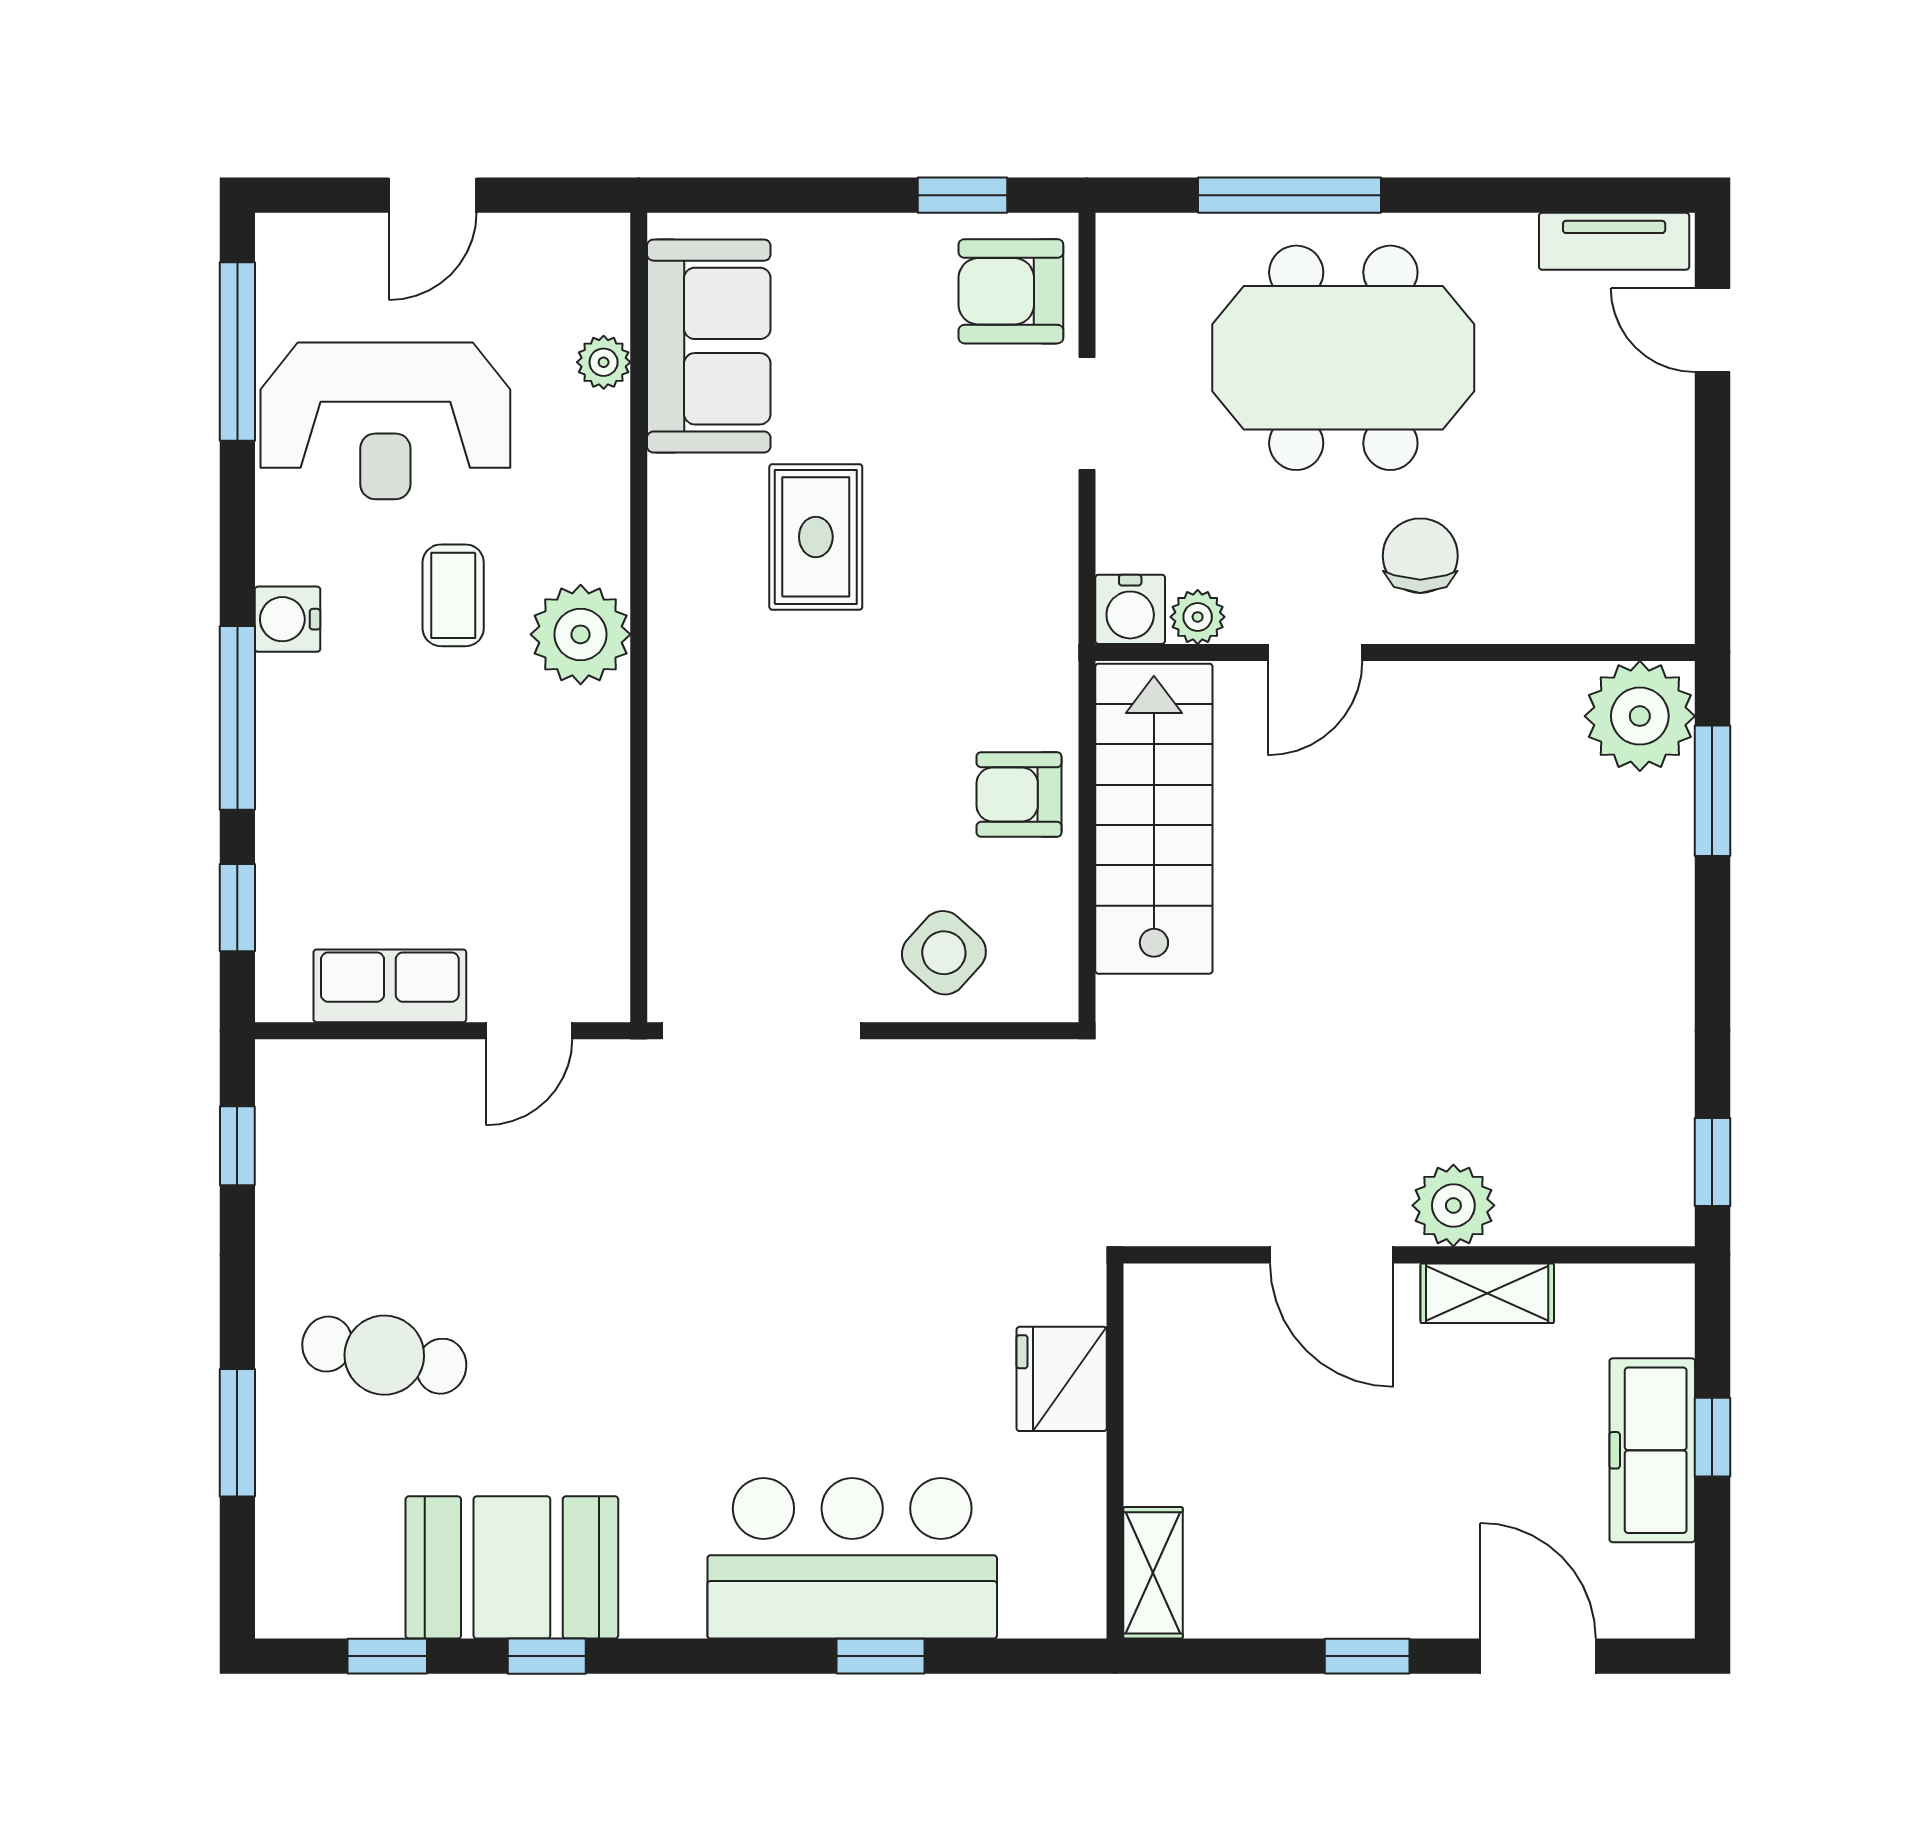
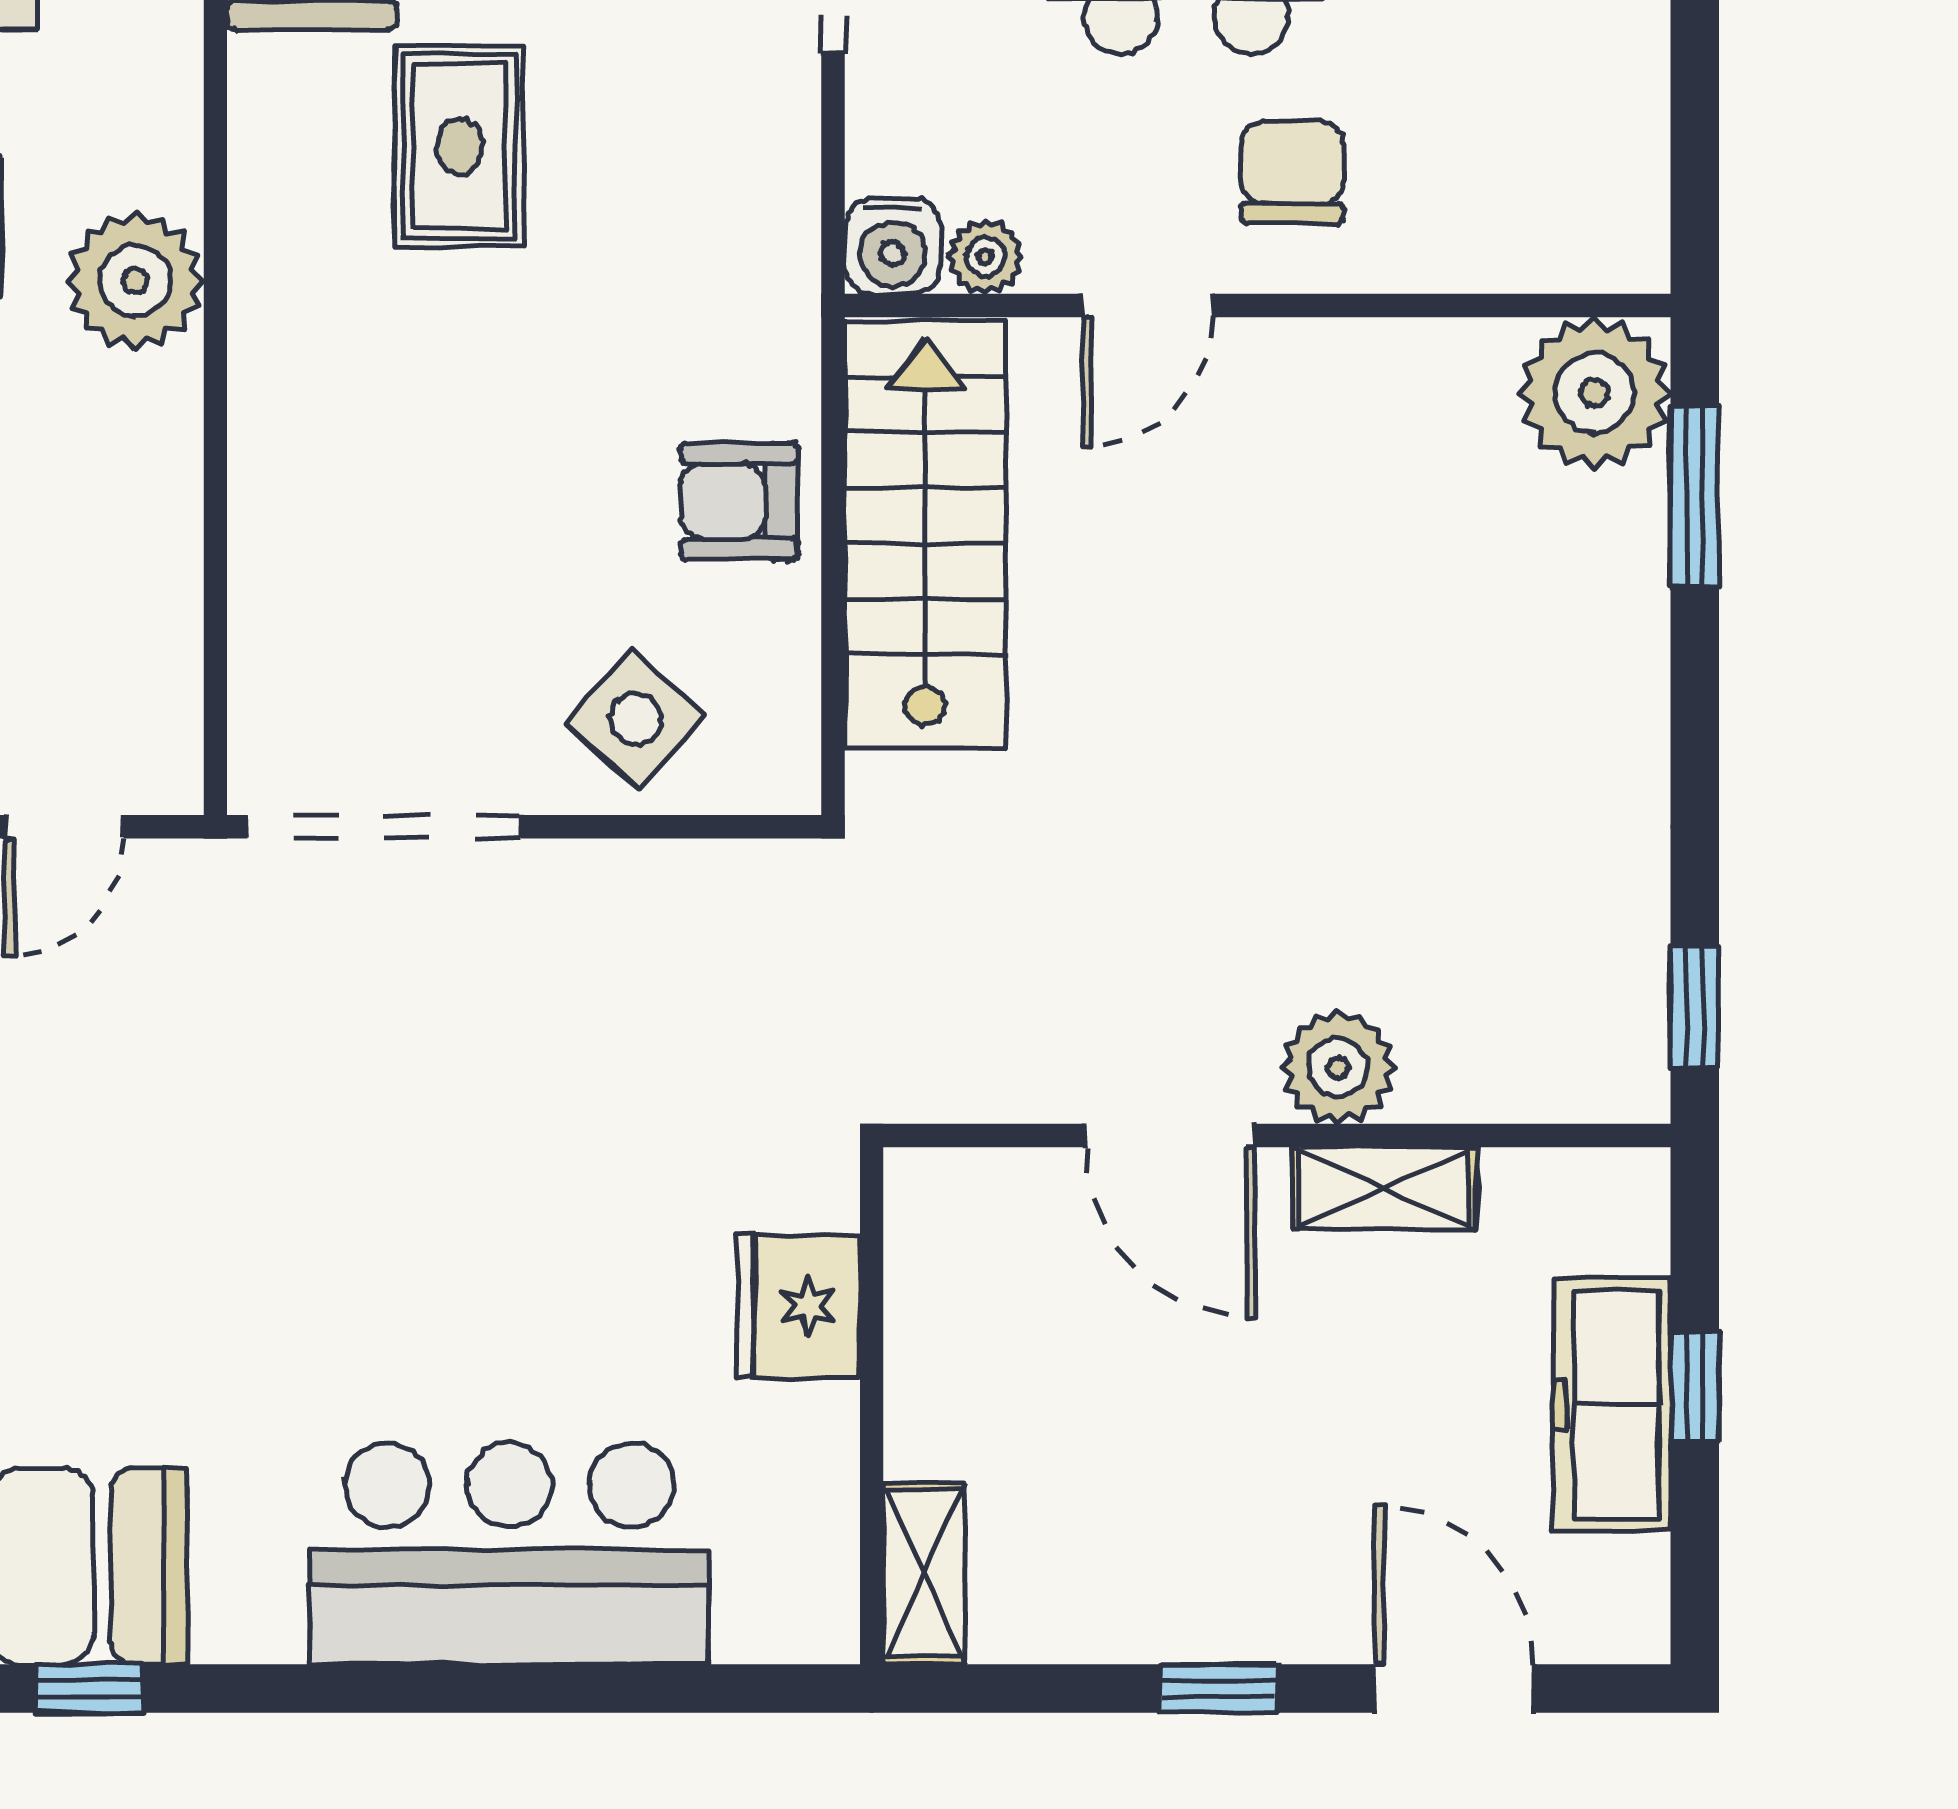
window: (880, 1656) -> (548, 1688), removed

